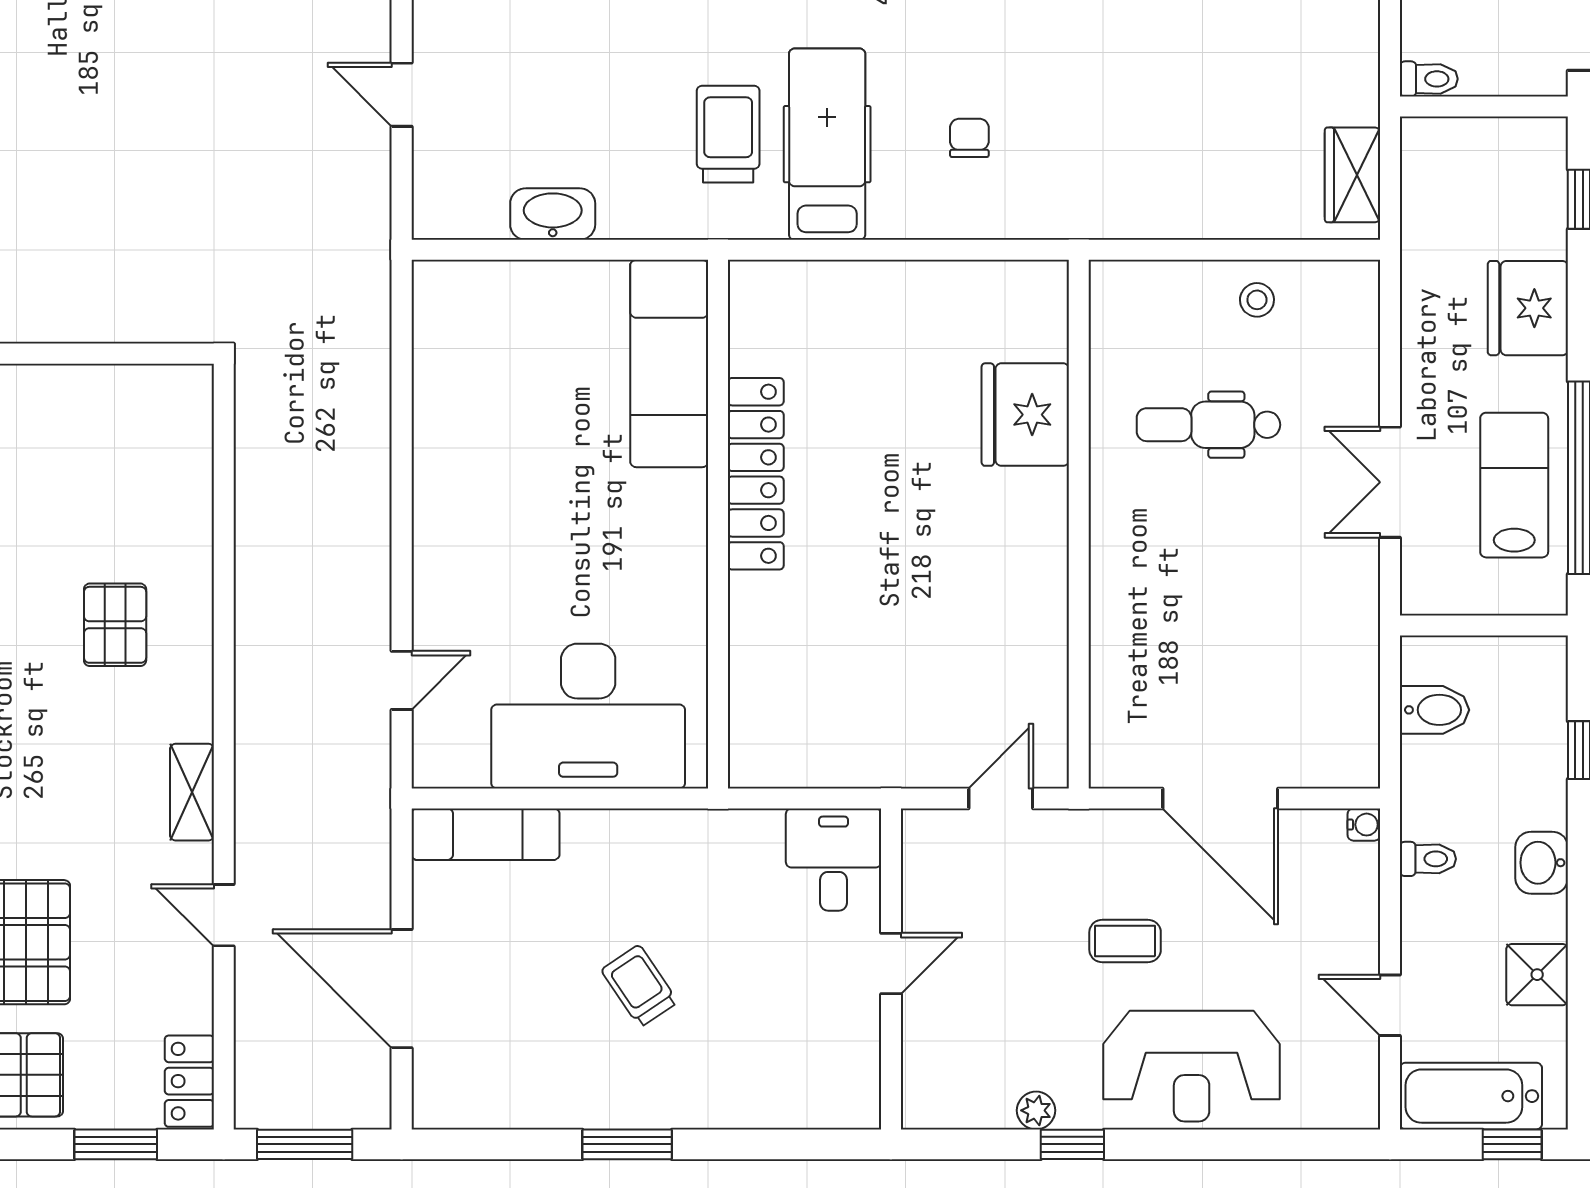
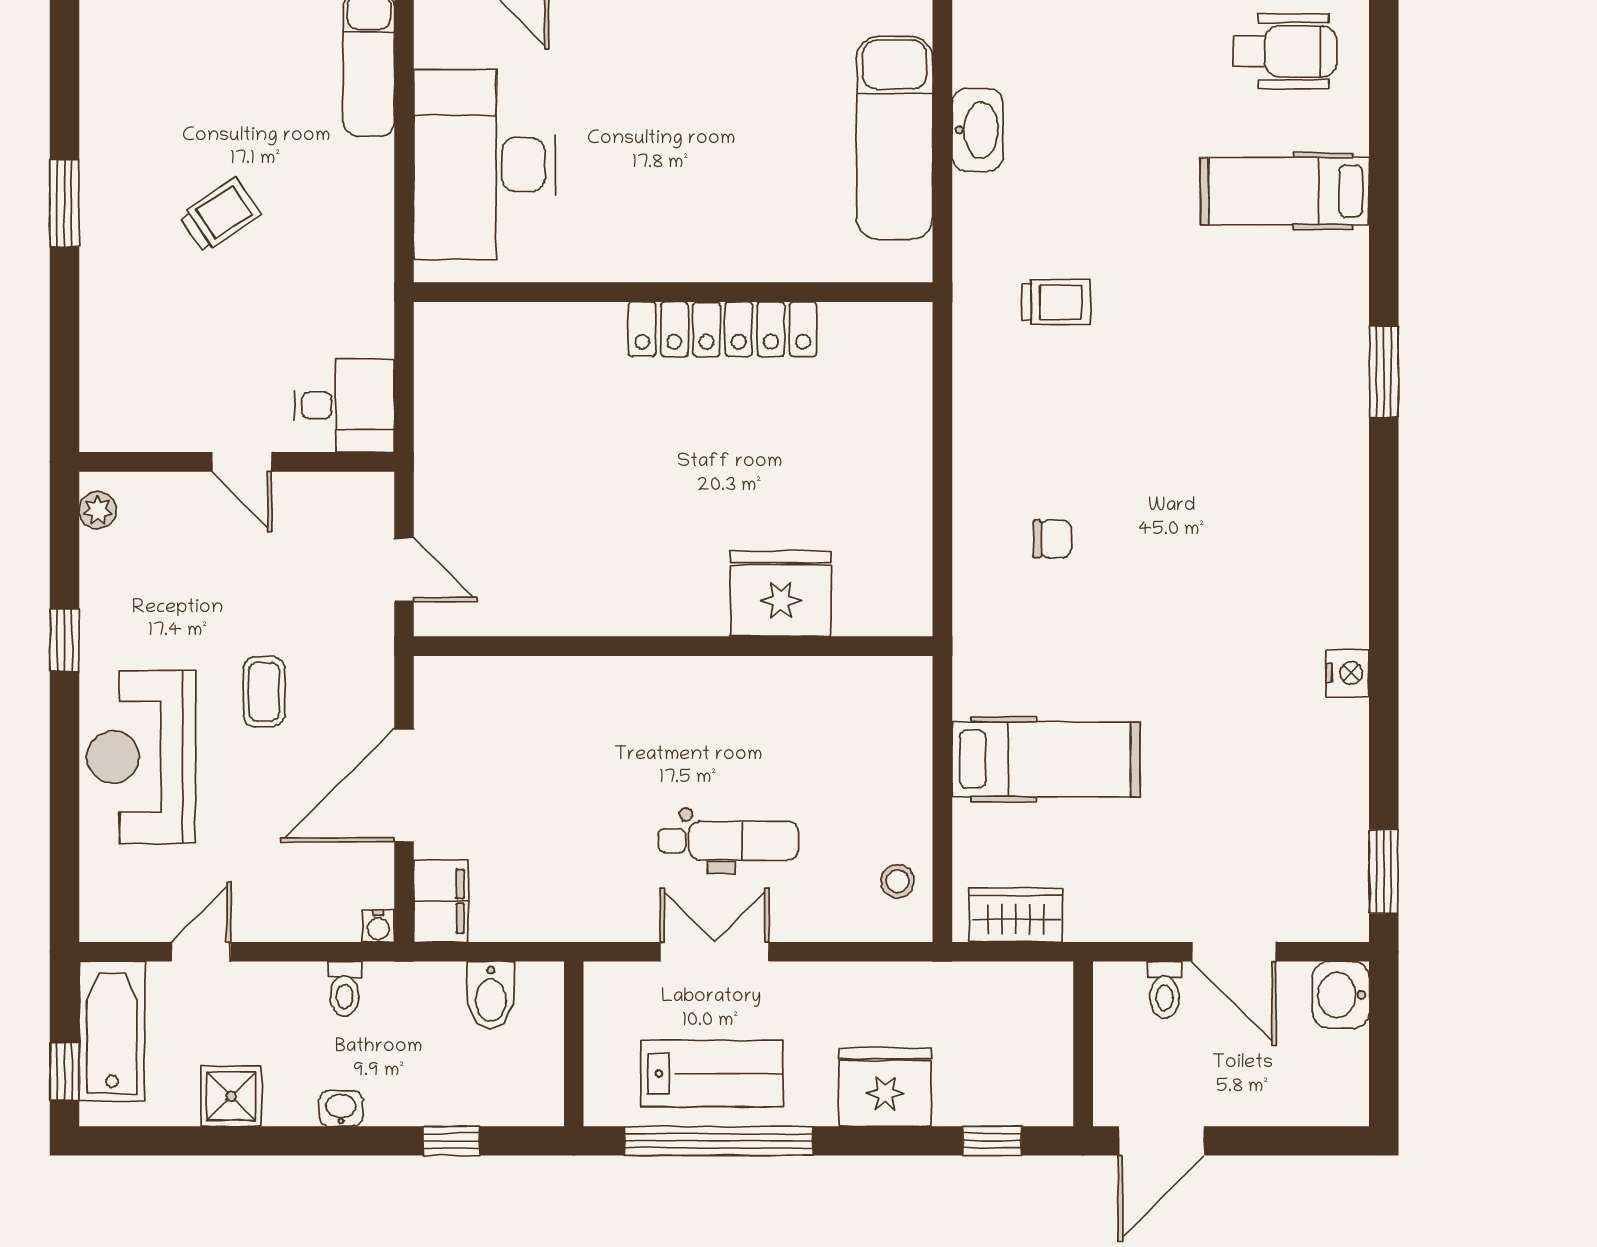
toilet: (1429, 79) -> (1165, 990), moved
trolley: (728, 134) -> (1056, 302), width x0.73, depth x0.72
hospital bed: (827, 144) -> (1046, 759), moved
stool: (1257, 300) -> (898, 881), moved
exam couch: (669, 364) -> (895, 138), moved, turned -90
dental chair: (1208, 425) -> (728, 841), moved, turned 90
filing cabinet: (1338, 761) -> (441, 901), added
washbasin: (1542, 863) -> (341, 1109), width x0.72, depth x0.69
plant: (1036, 1110) -> (98, 510), moved

